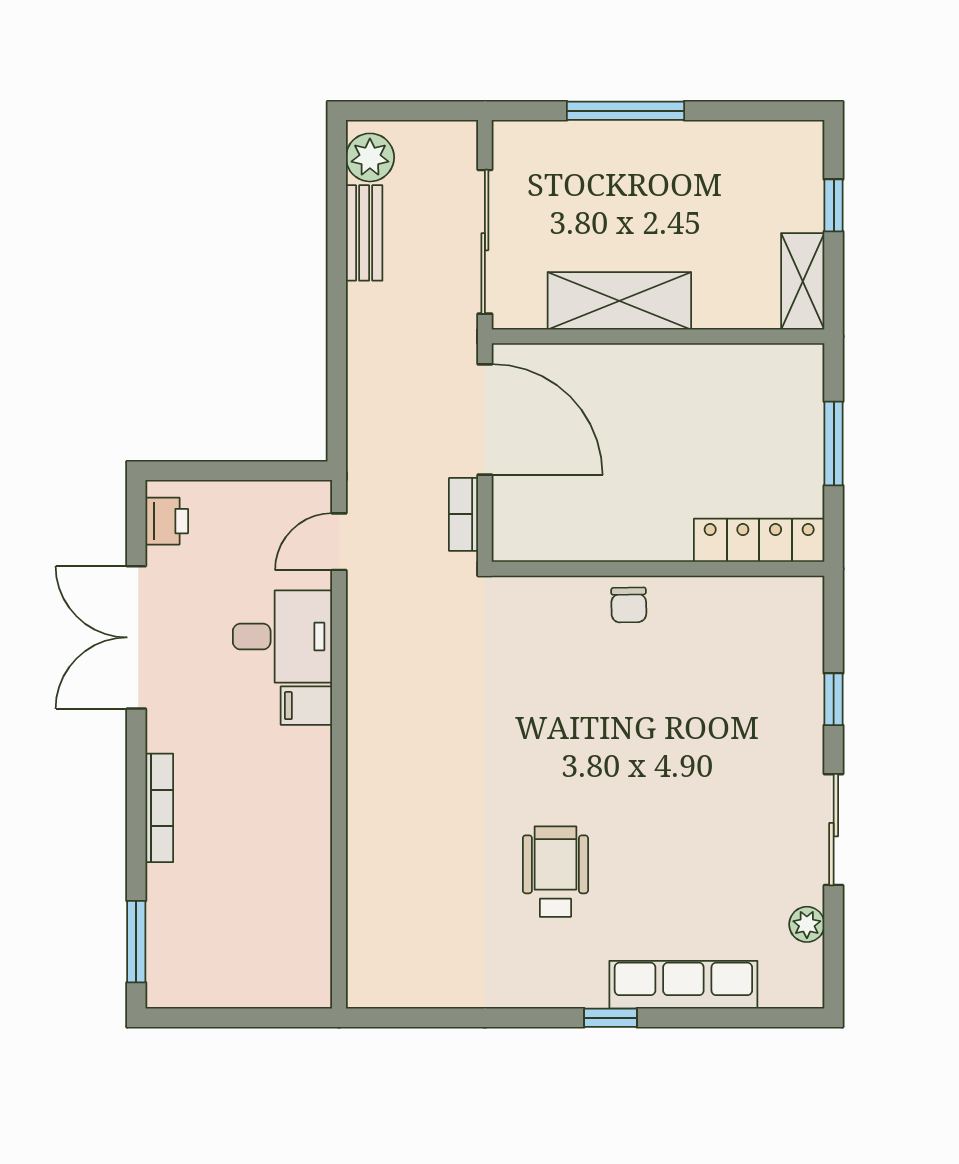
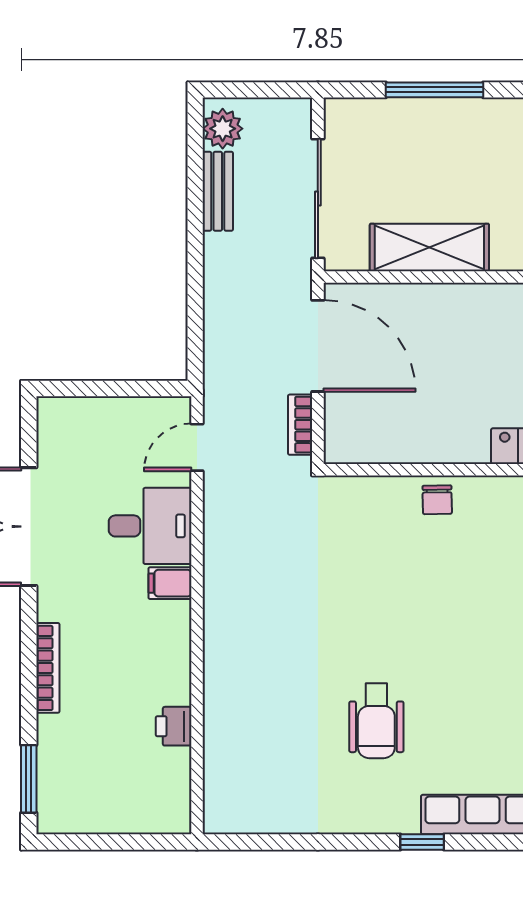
printer: (167, 521) -> (174, 726), moved, turned 180
wheelchair: (555, 872) -> (376, 721), turned 180

